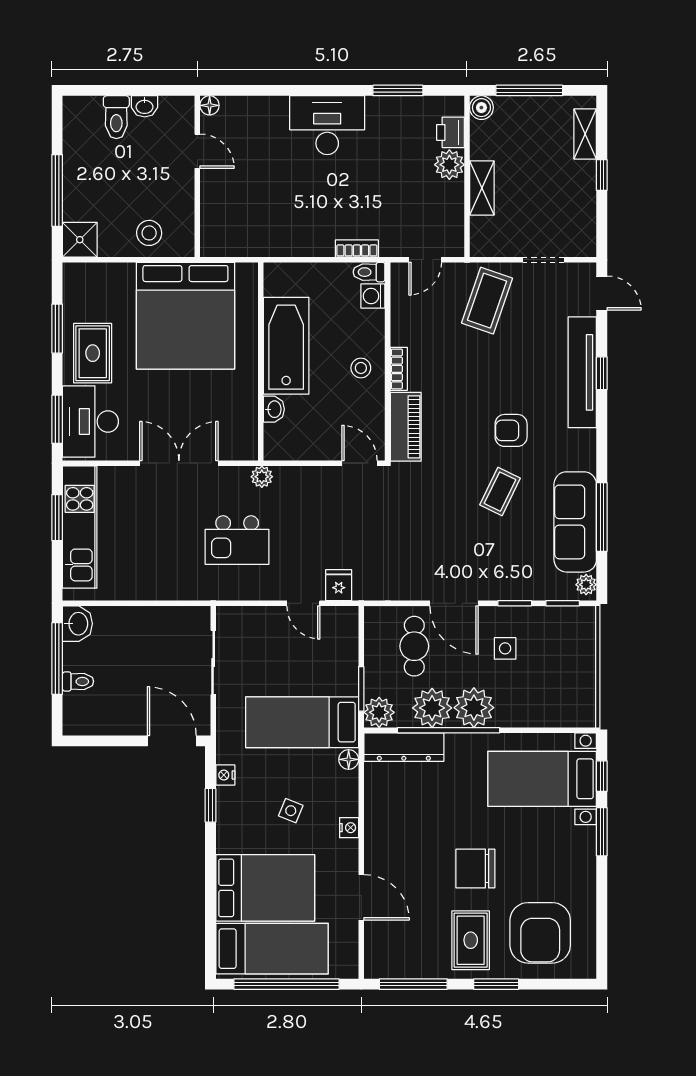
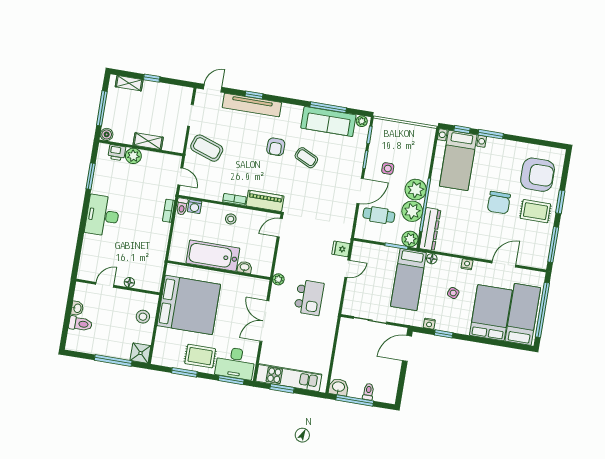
floor lamp: (210, 105) -> (129, 282), moved

